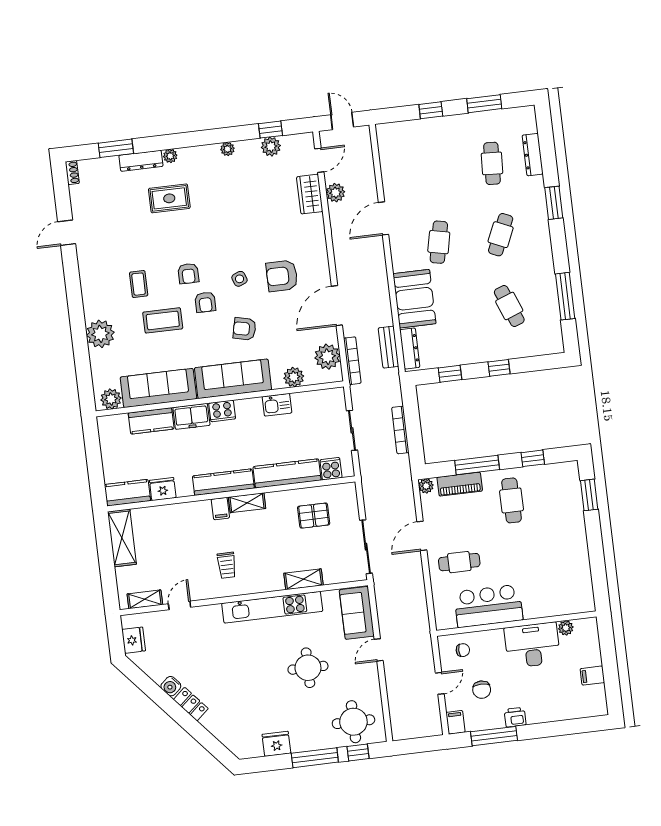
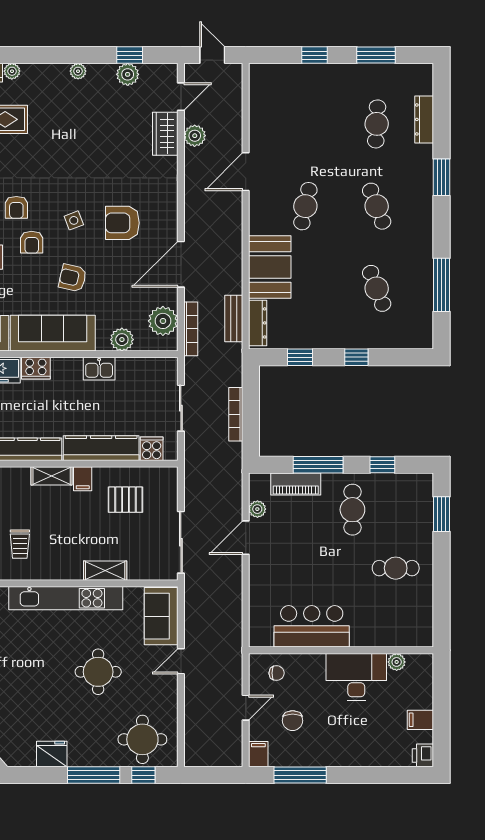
cafe table: (501, 235) -> (377, 206), turned -45
plant: (426, 486) -> (257, 509), moved
filing cabinet: (220, 509) -> (83, 479), moved
cafe table: (459, 562) -> (396, 568), moved
printer: (515, 717) -> (423, 755), moved, turned -90

